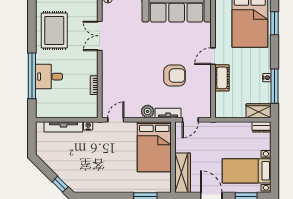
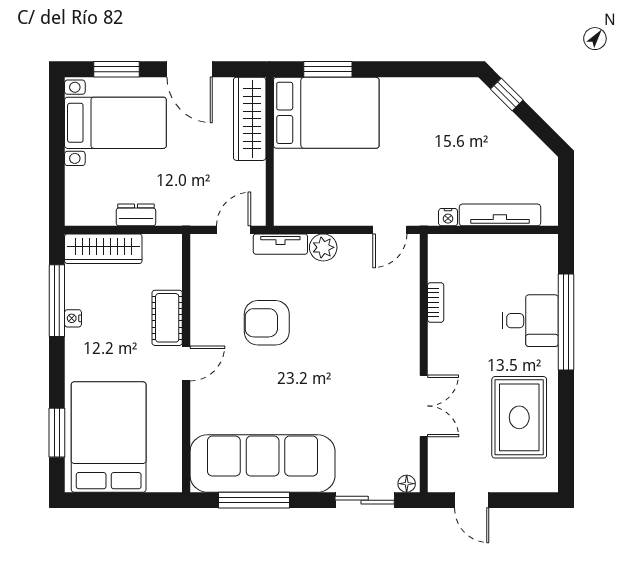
wardrobe: (258, 111) -> (103, 249), width x1.50
dresser: (261, 127) -> (136, 215), moved
bed: (154, 147) -> (326, 113), moved, turned 90

